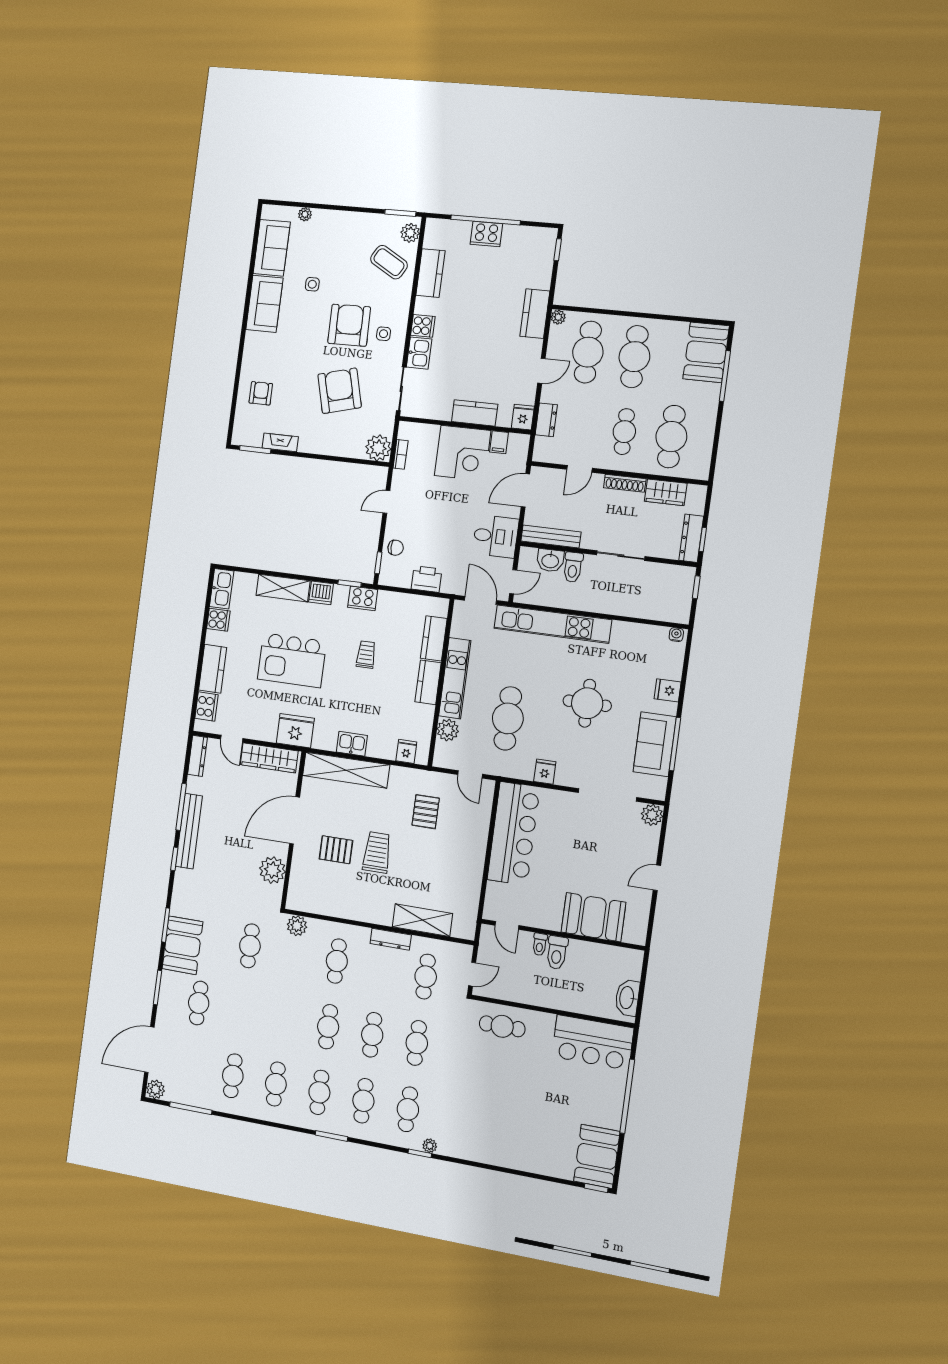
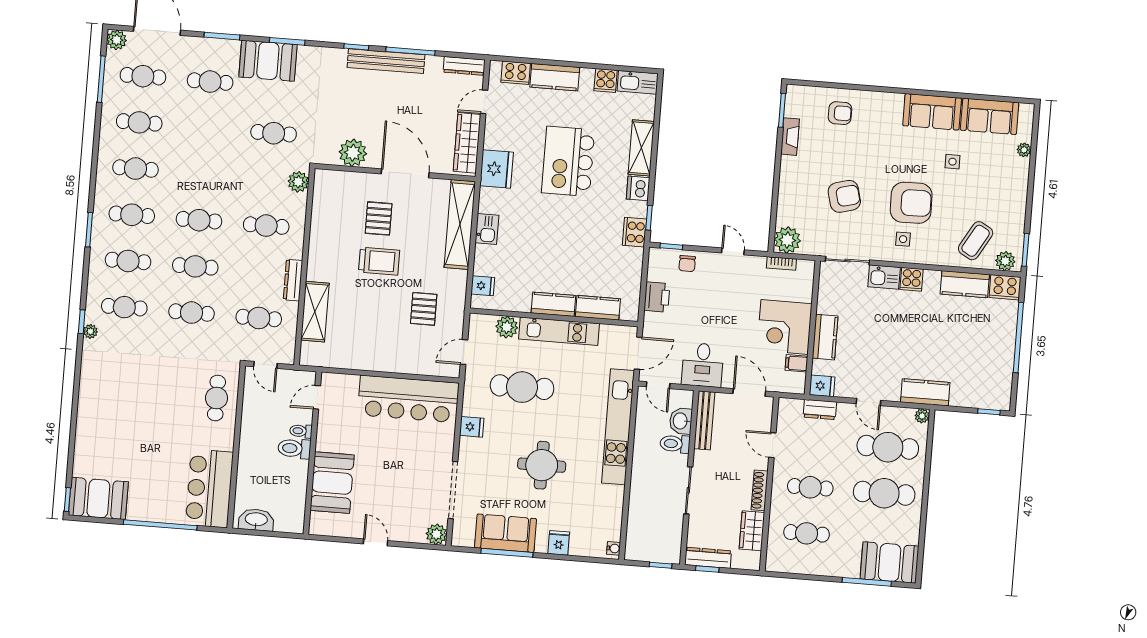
cooker: (486, 234) -> (1005, 287), moved, turned -90
armchair: (340, 391) -> (844, 196), width x0.73, depth x0.73
cafe table: (671, 437) -> (807, 533), width x0.73, depth x0.74
trolley: (366, 655) -> (578, 239), removed
pallet: (426, 812) -> (424, 309), turned 90
cafe table: (190, 1068) -> (143, 76), added

